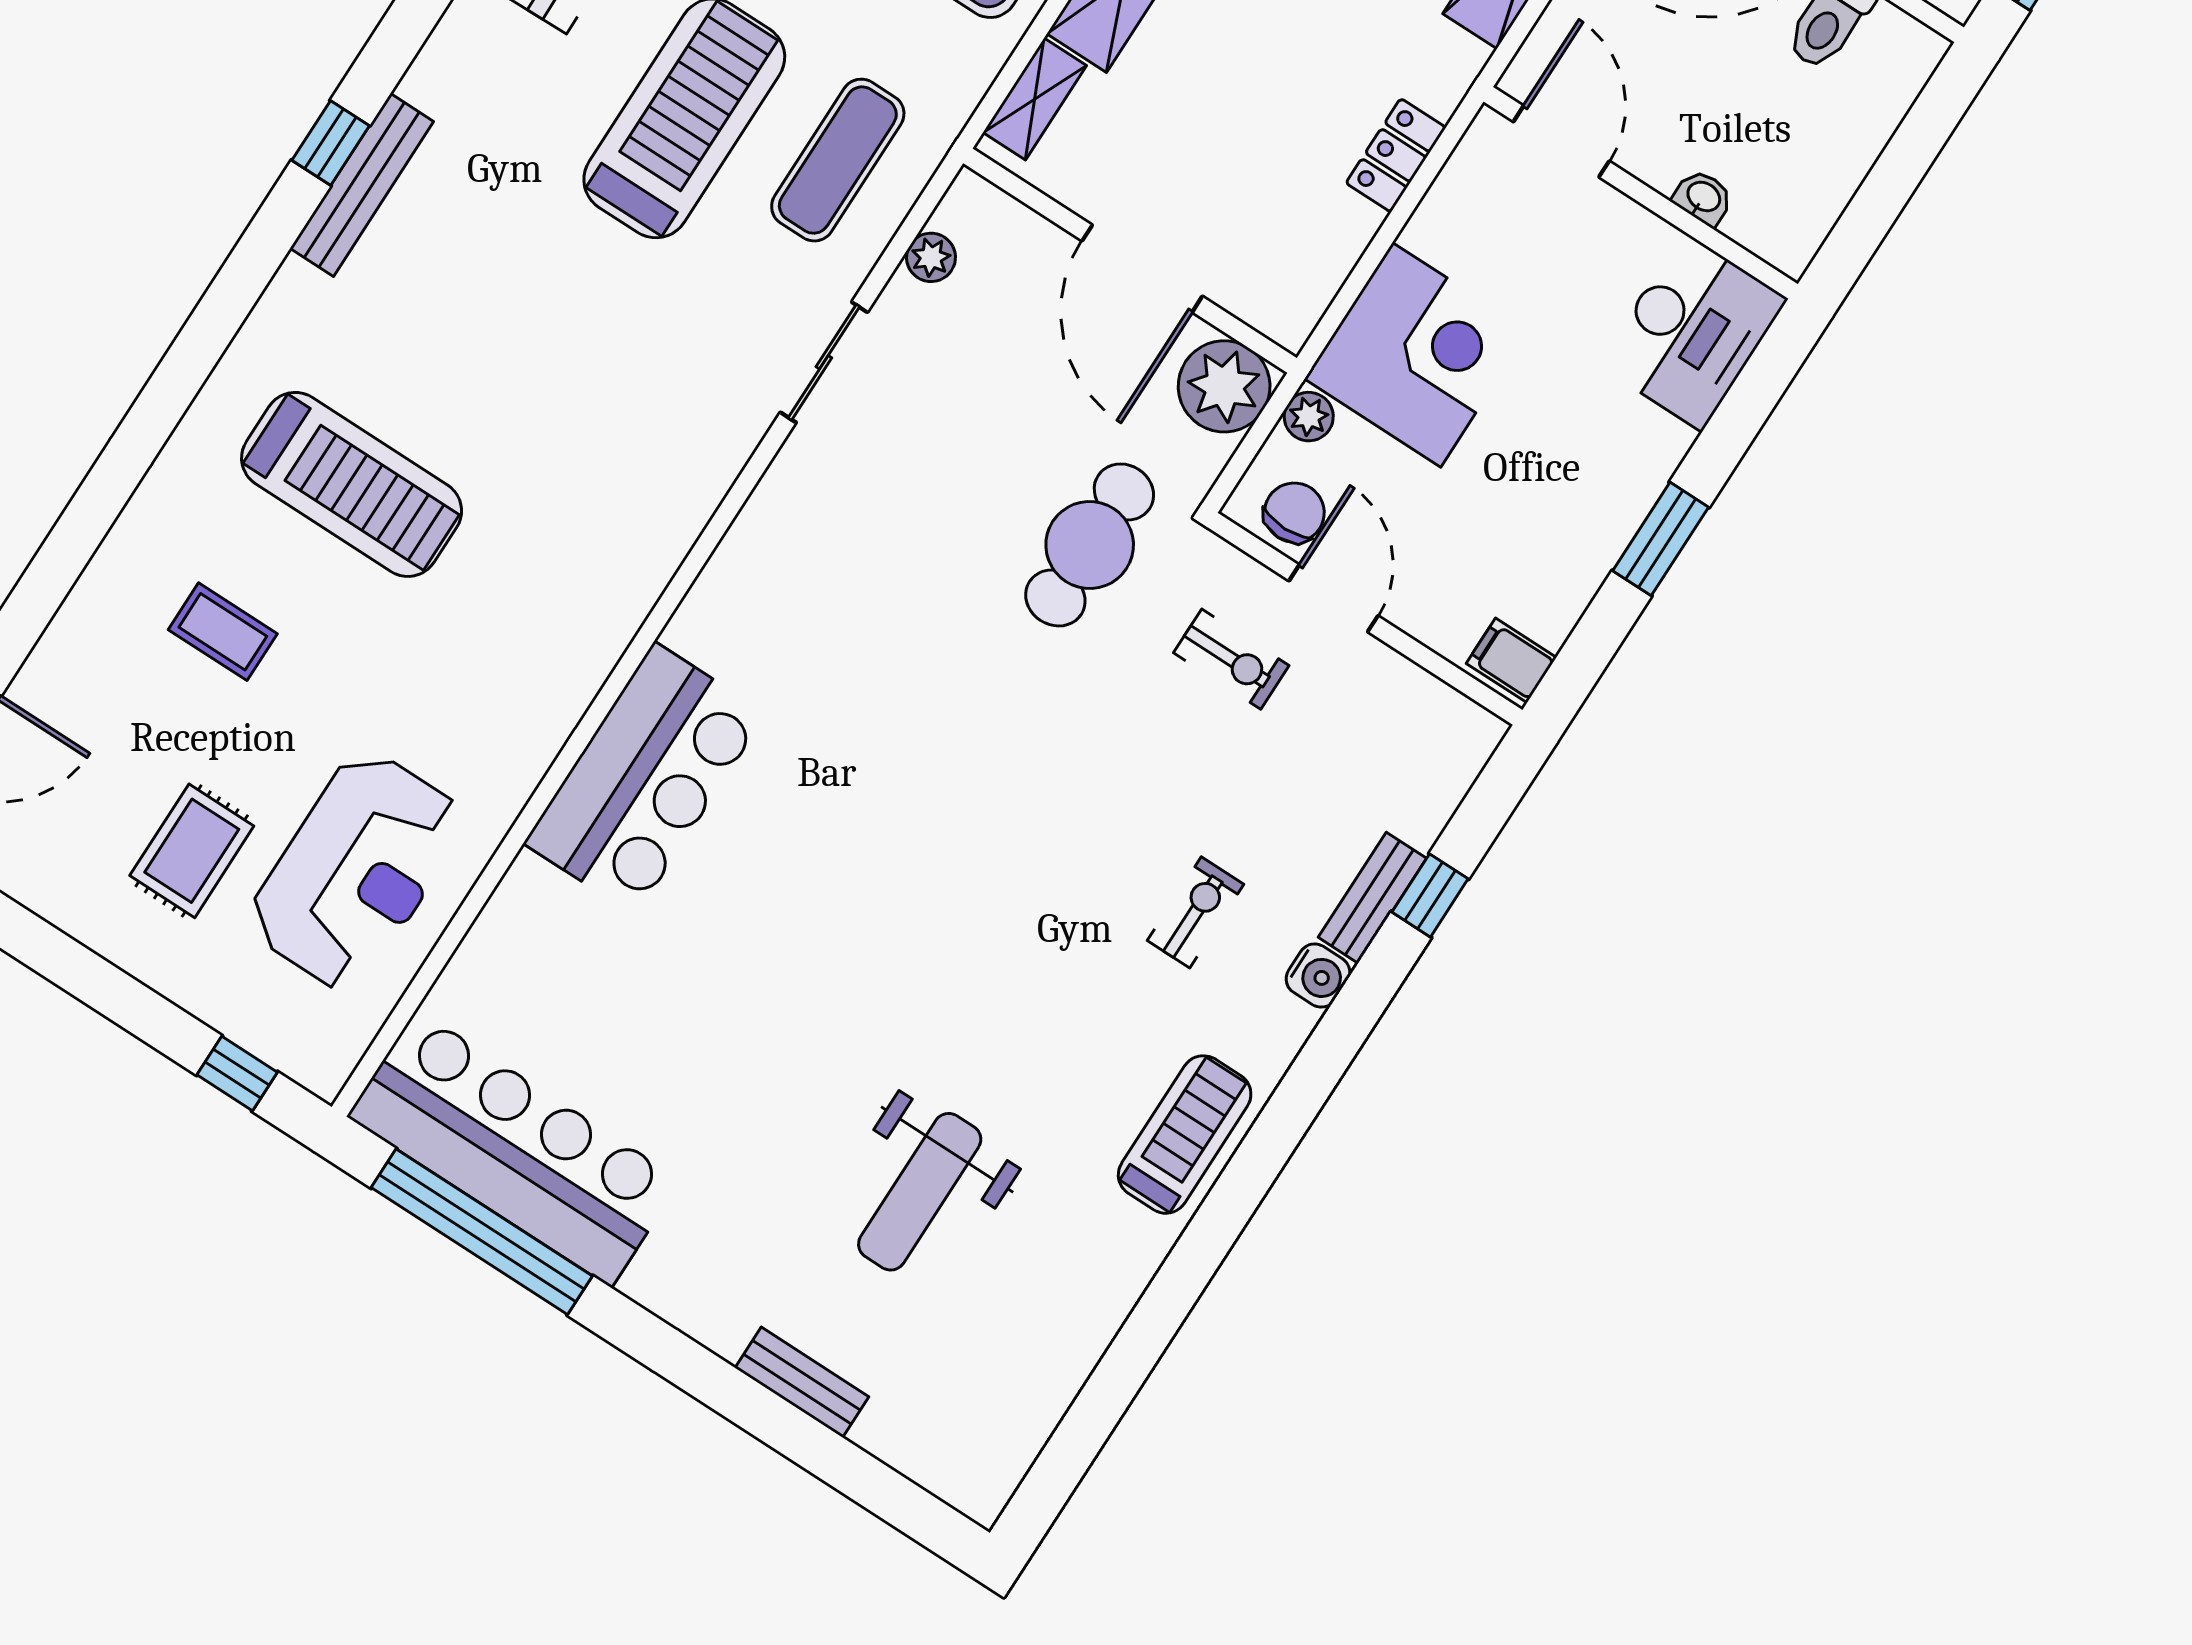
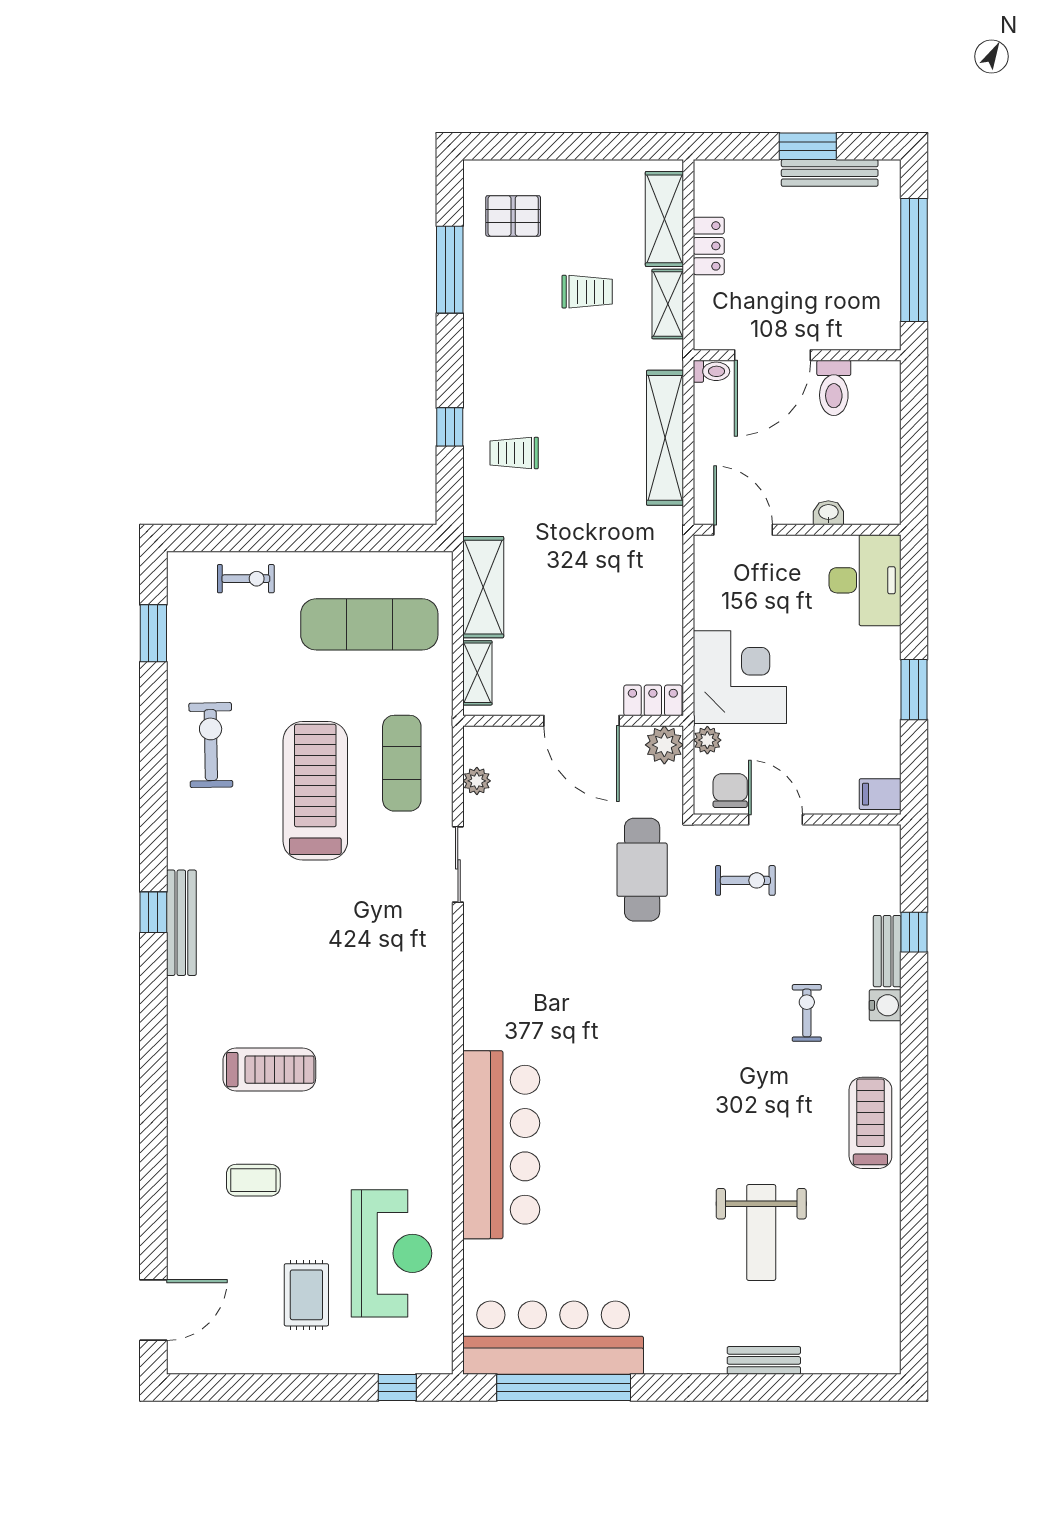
locker: (1396, 155) -> (653, 700), moved, turned 90
plant: (1224, 386) -> (664, 745), width x0.73, depth x0.73
treadmill: (352, 484) -> (269, 1070), width x0.73, depth x0.73
bar counter: (645, 779) -> (501, 1145), width x1.36

